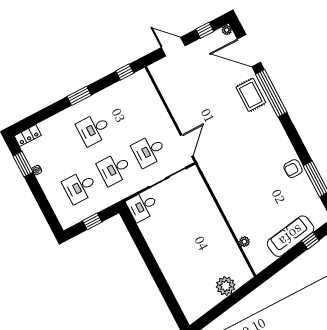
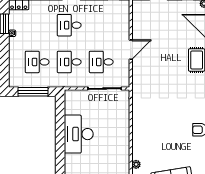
door: (187, 146) -> (131, 50), moved
desk: (142, 206) -> (79, 134), moved, width x1.87, depth x1.30
window: (92, 221) -> (33, 92), width x2.17

